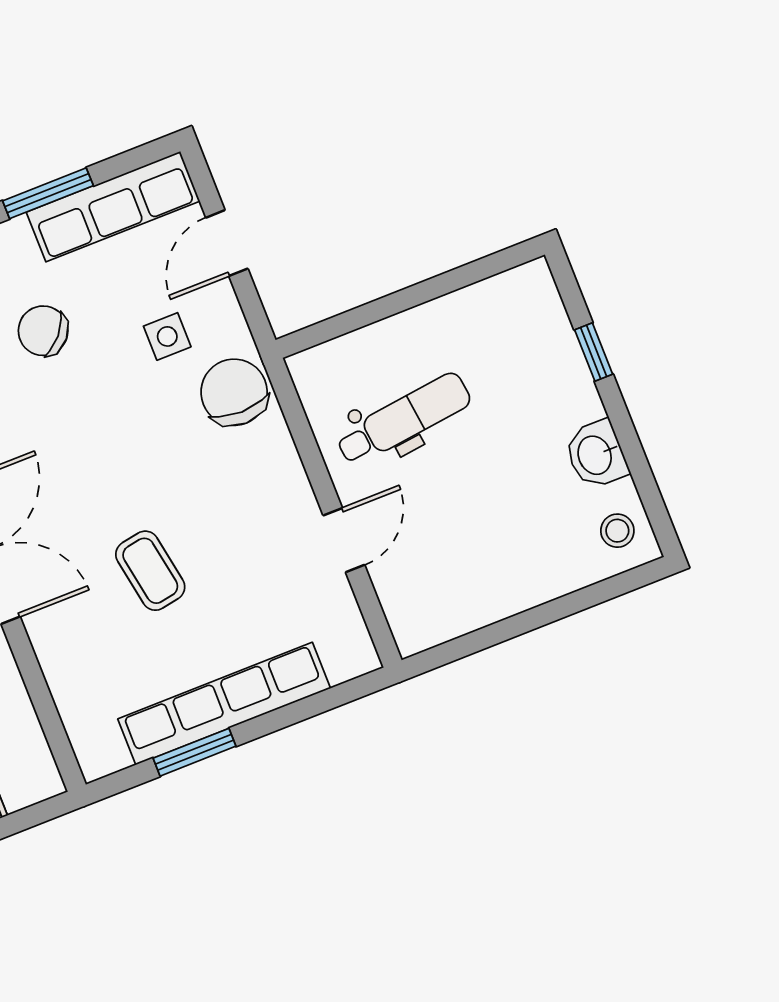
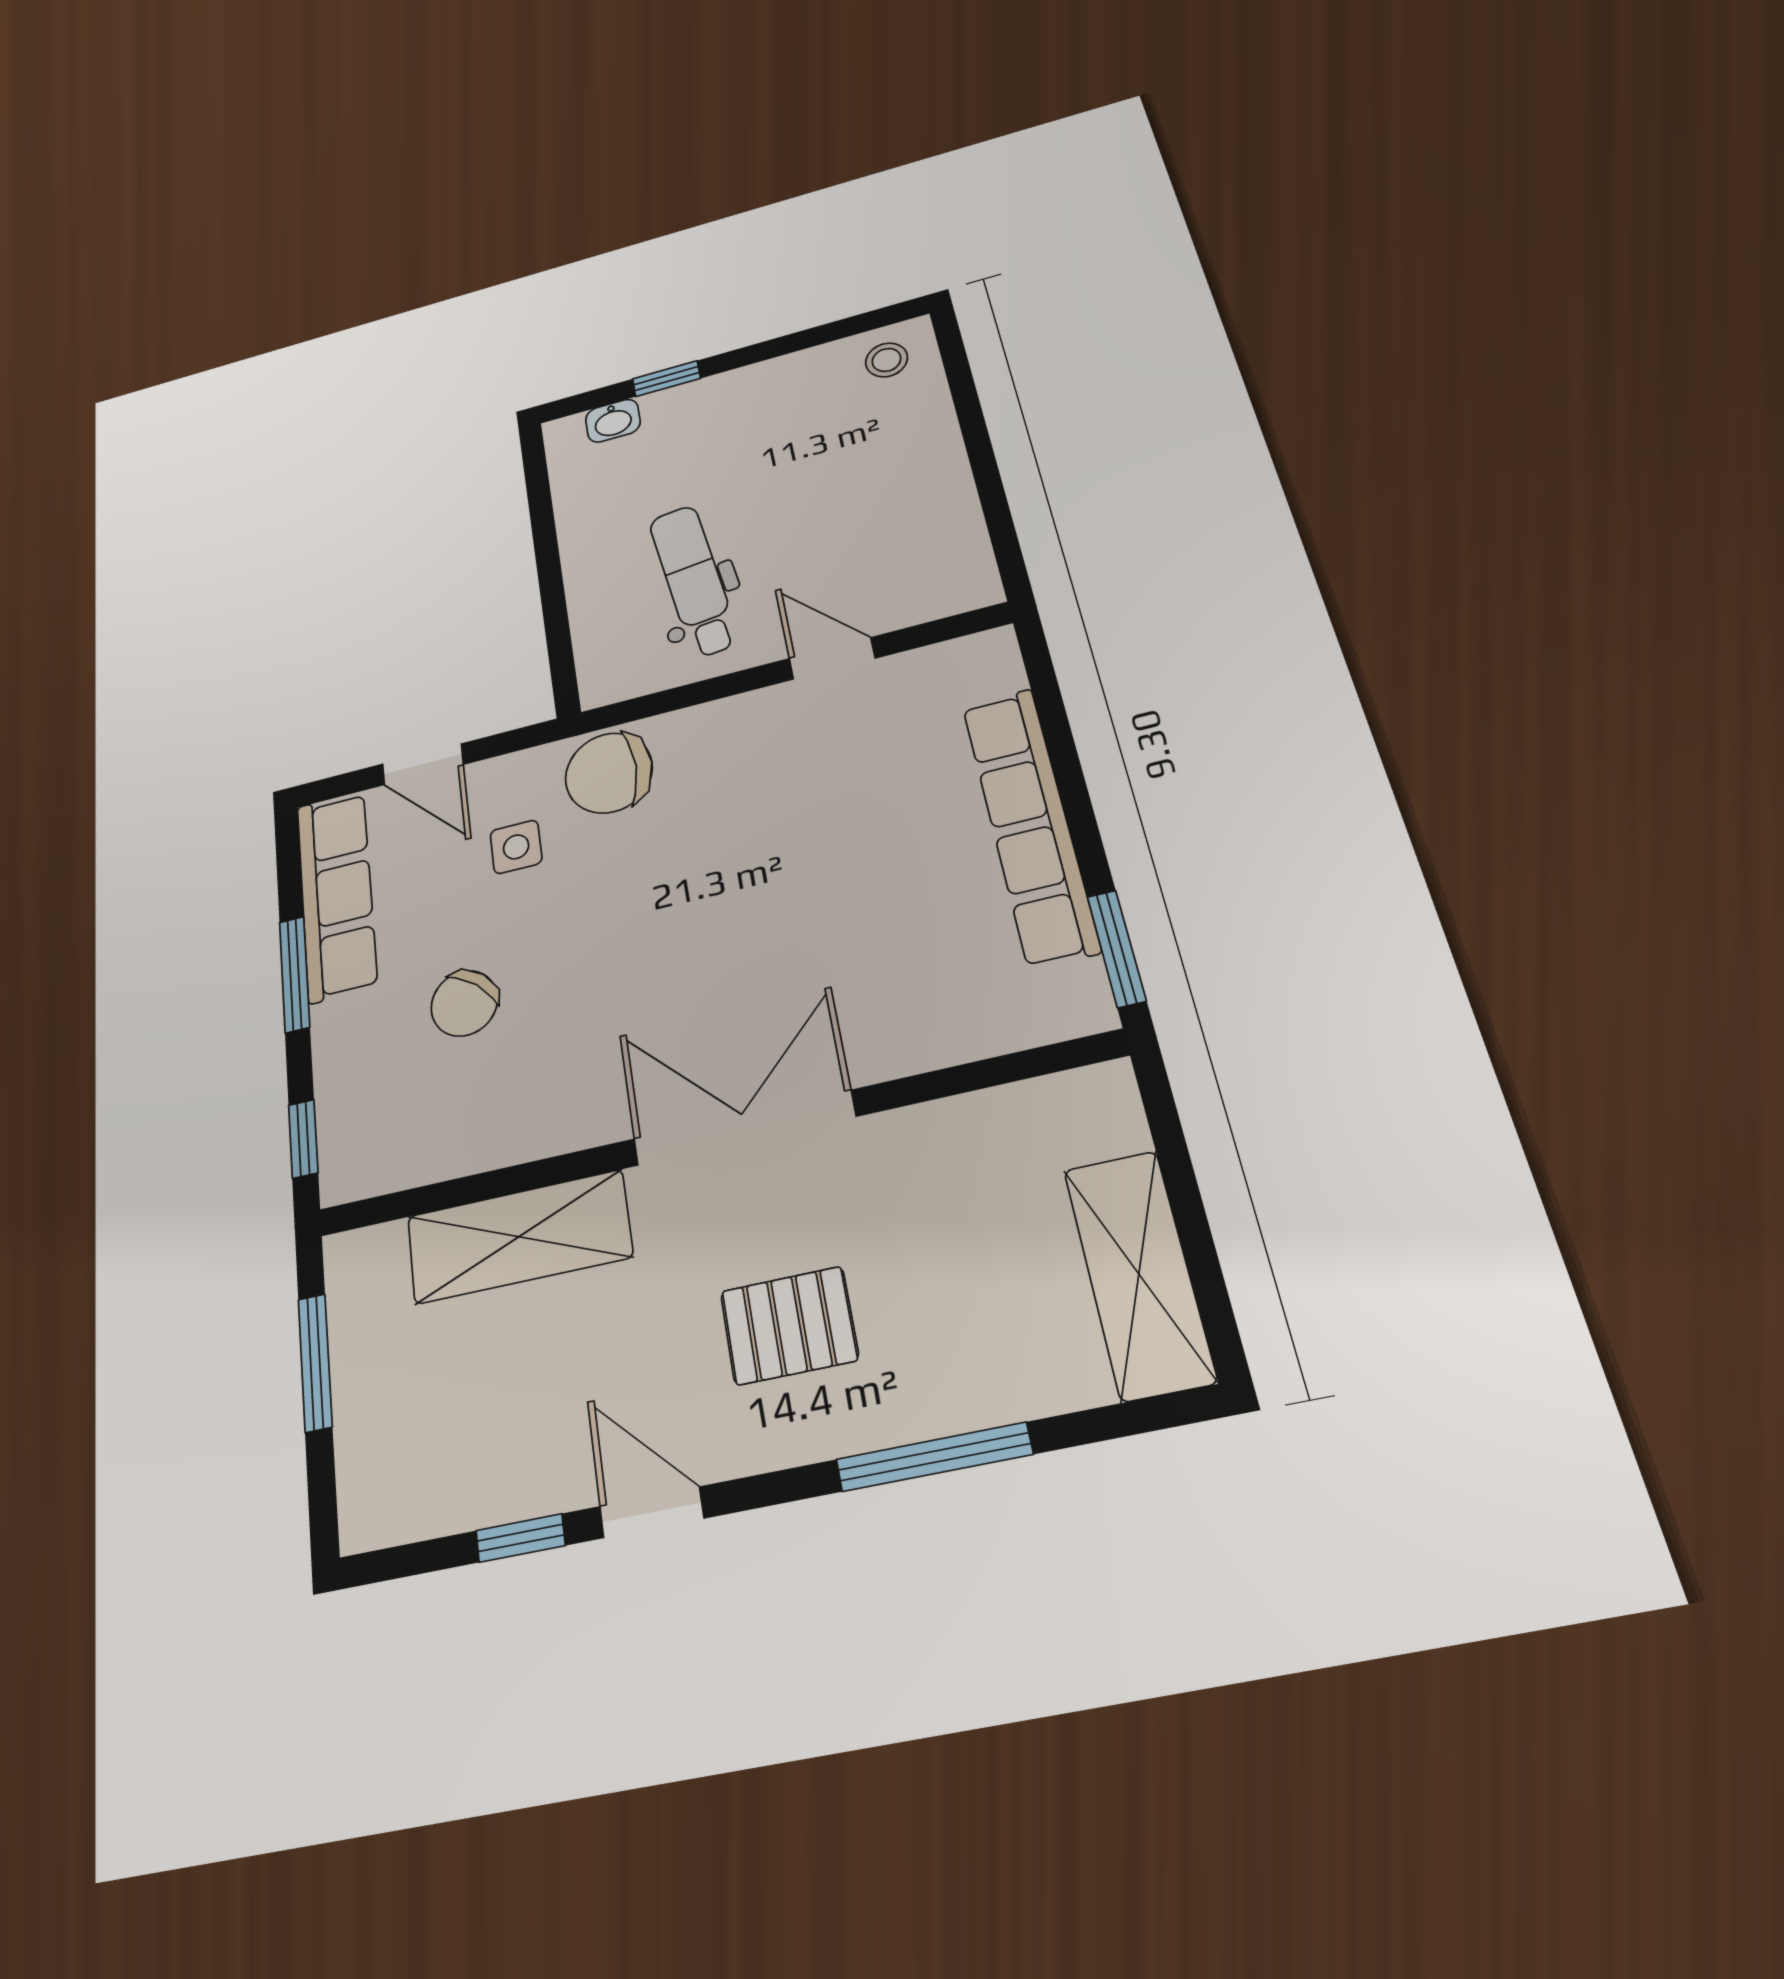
washbasin: (596, 455) -> (613, 421), moved, width x0.72, depth x0.69
coffee table: (150, 571) -> (821, 902), removed
window: (195, 752) -> (1116, 948), moved

